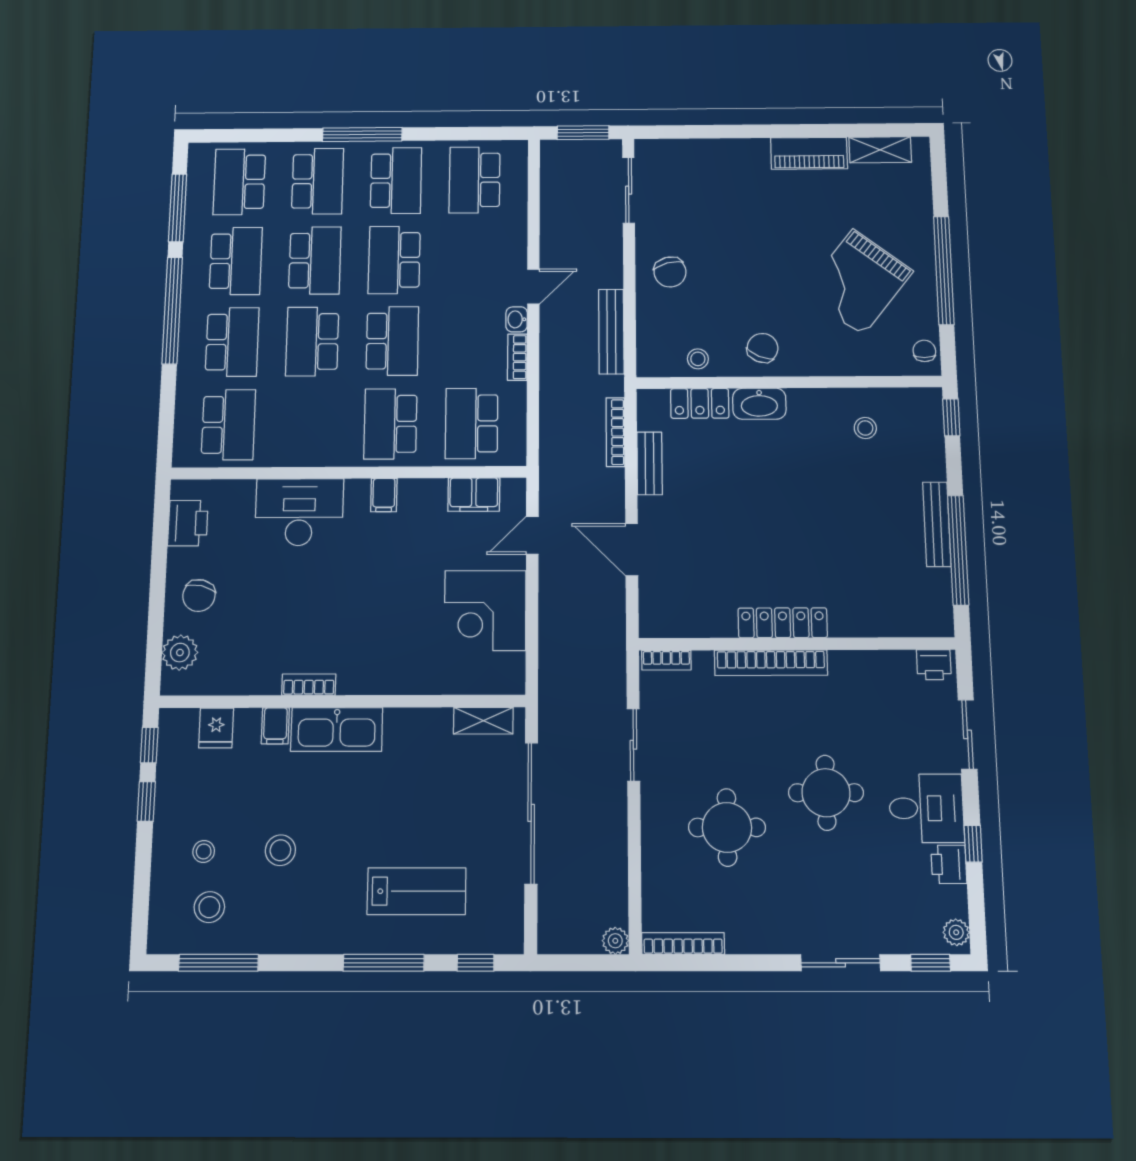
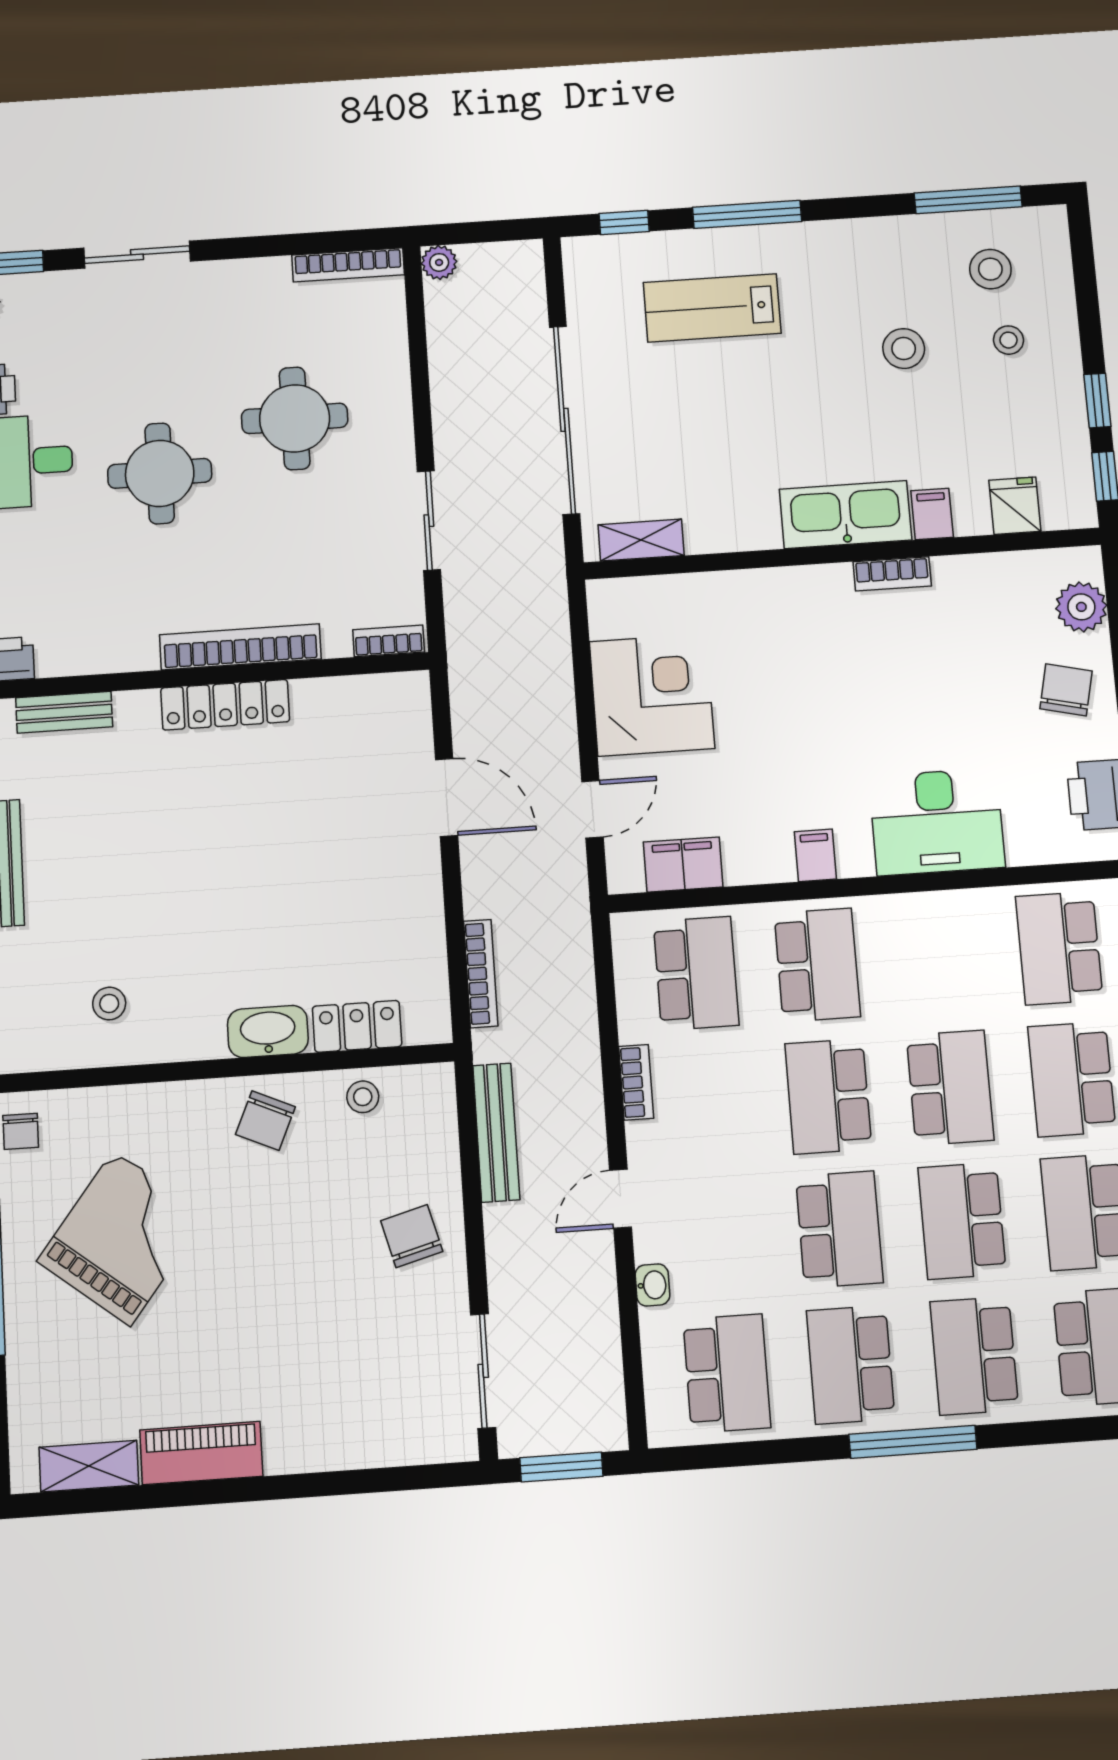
washbasin: (517, 319) -> (652, 1285), moved
bench: (650, 463) -> (64, 712), moved, turned 90

